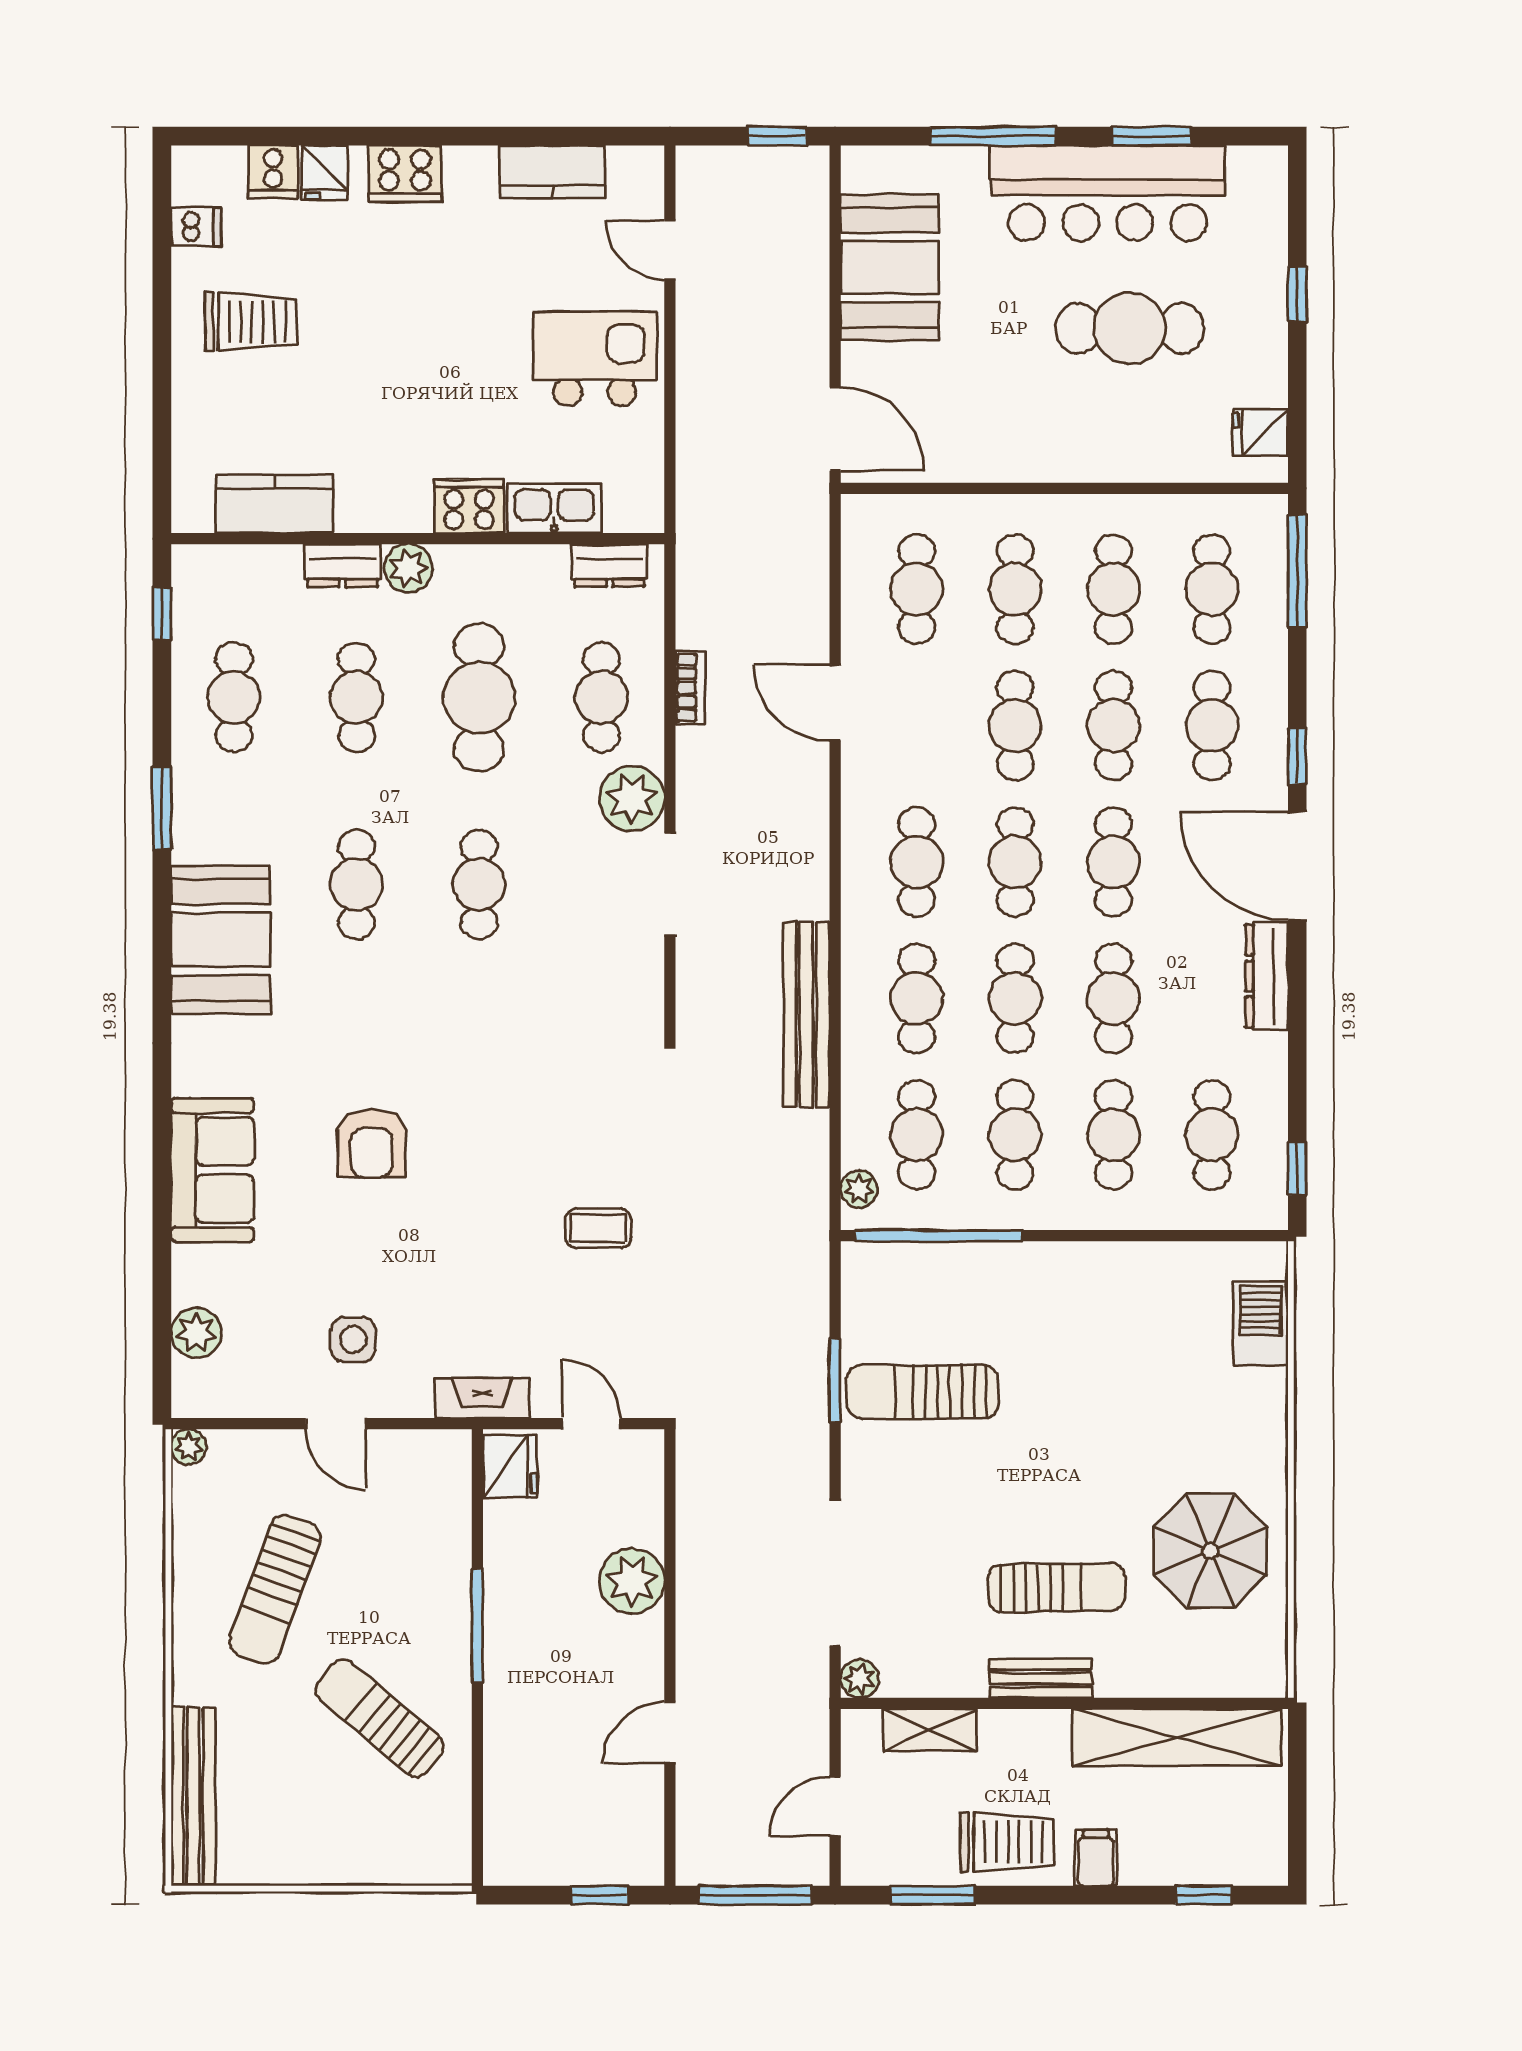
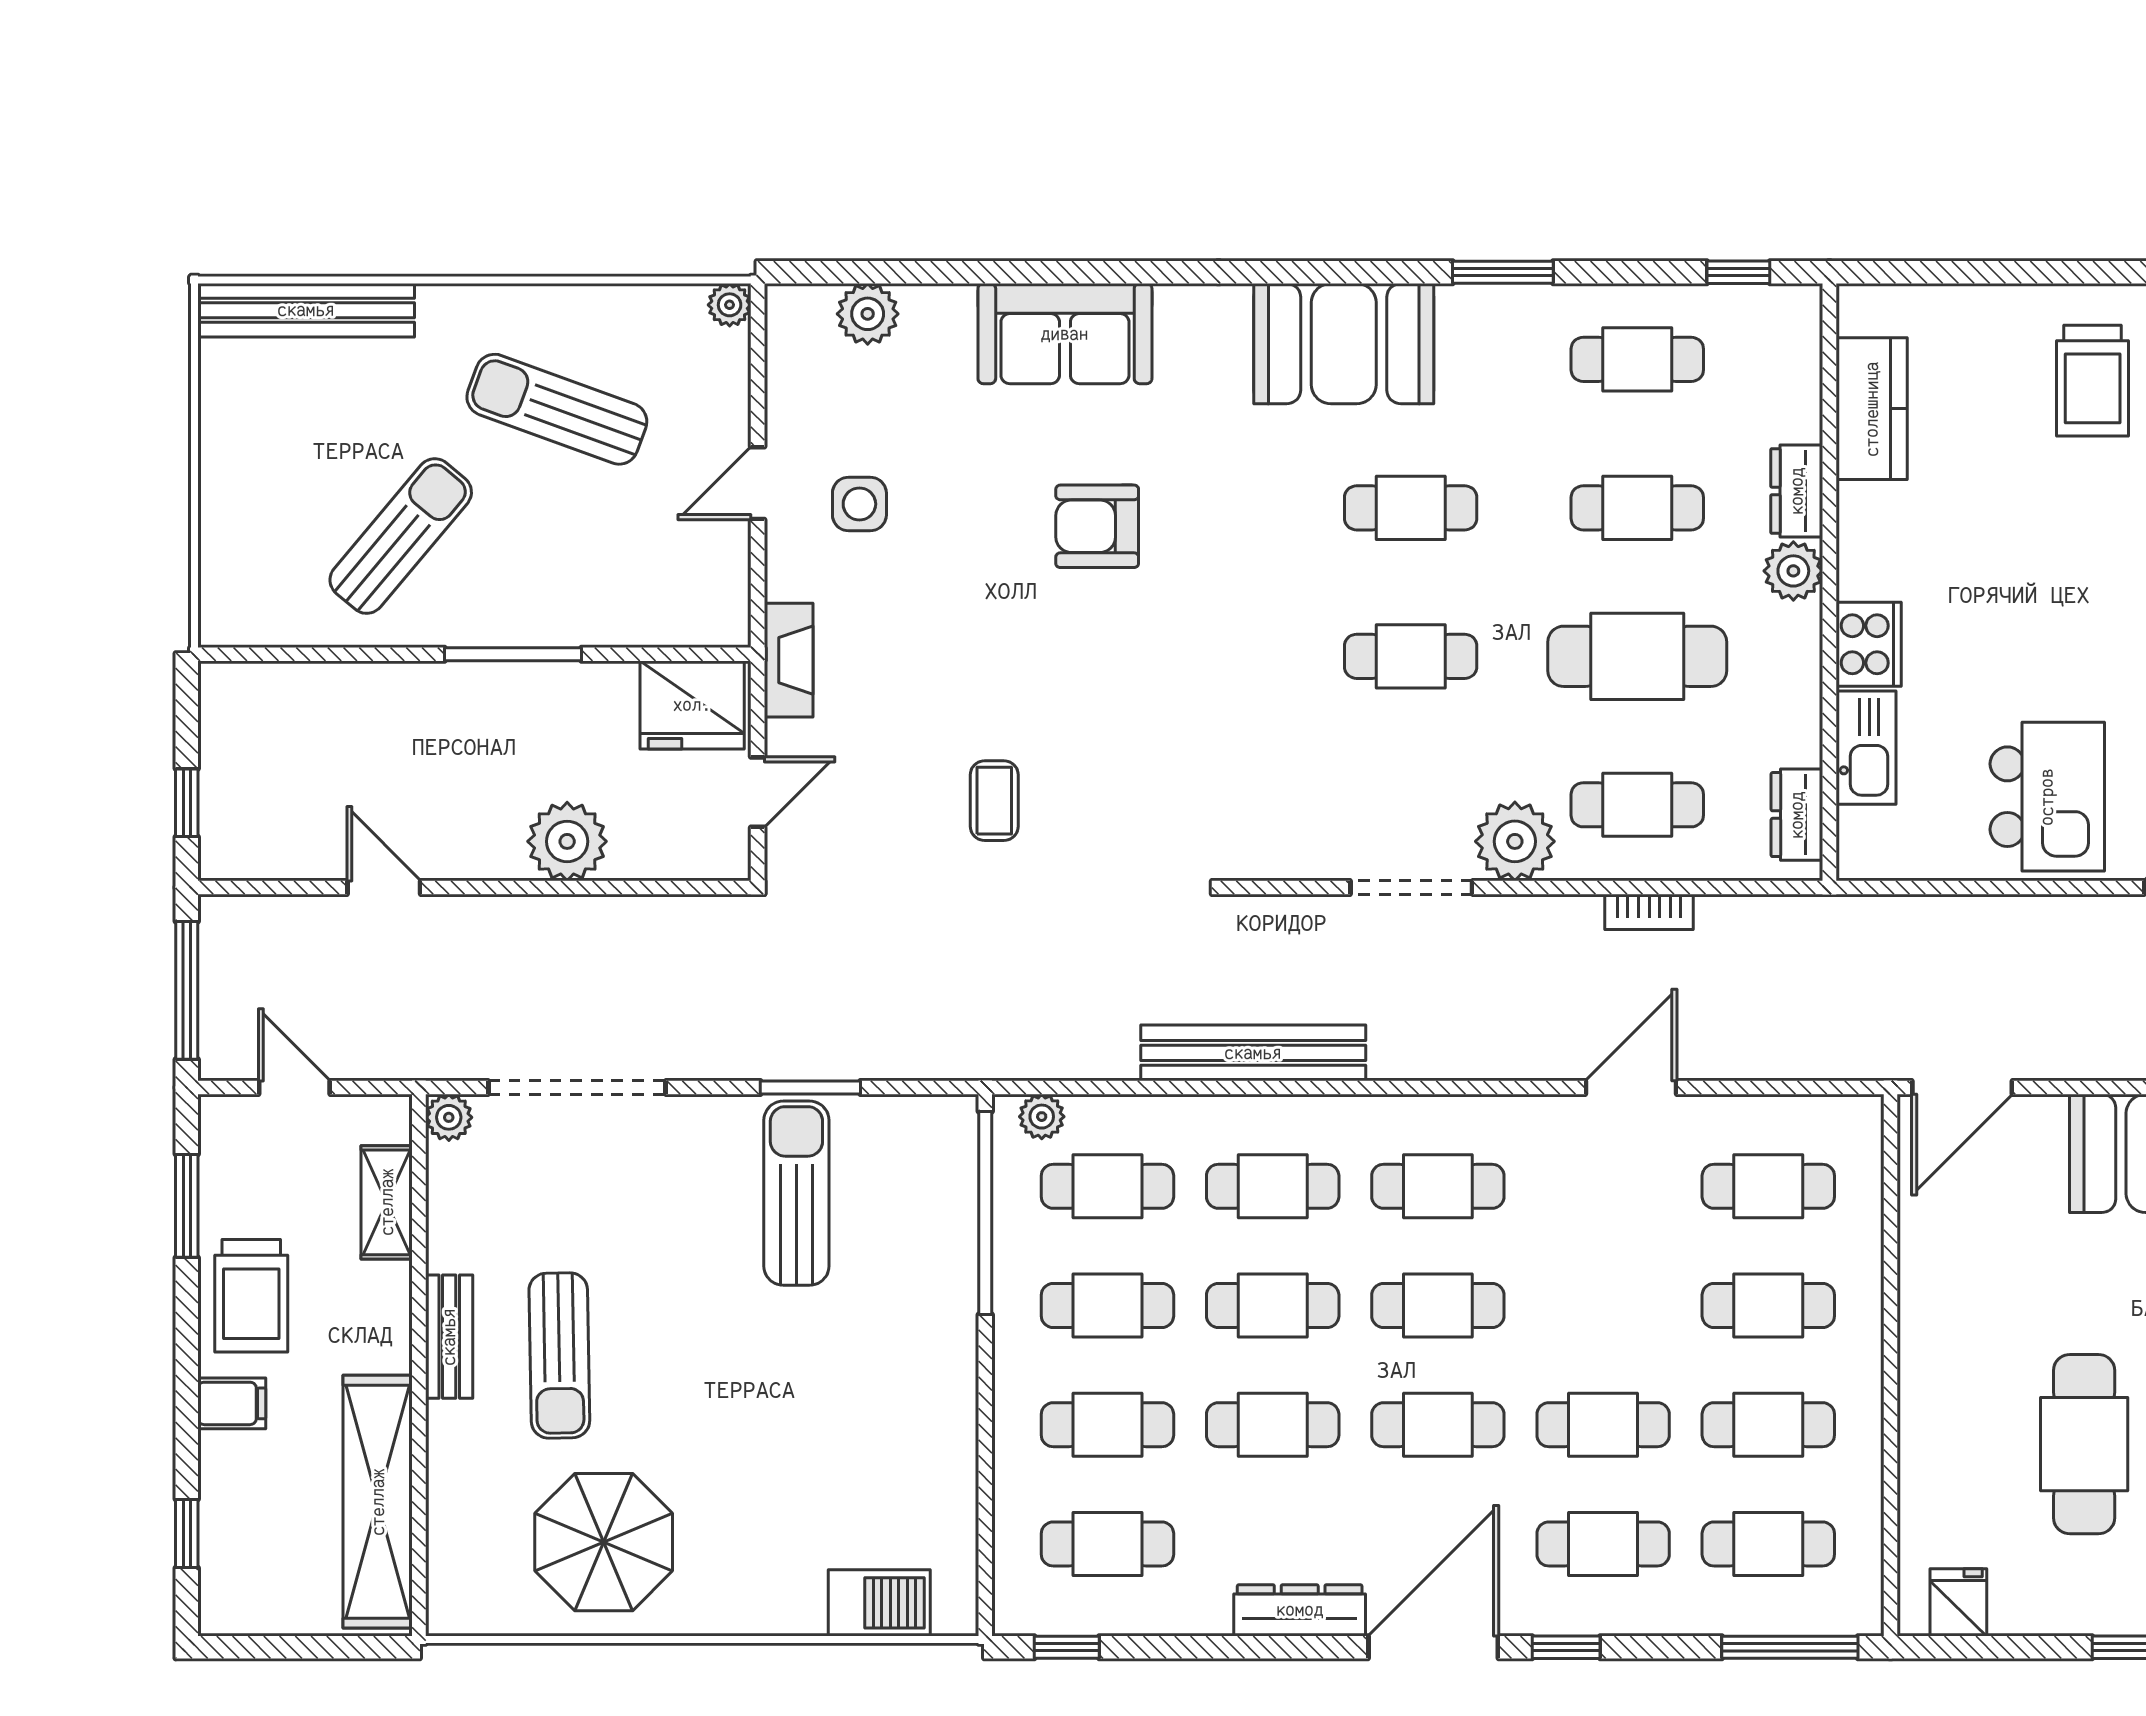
cafe table: (1015, 726) -> (1603, 1305), removed
fridge: (510, 1466) -> (692, 705), width x1.36, depth x1.34

